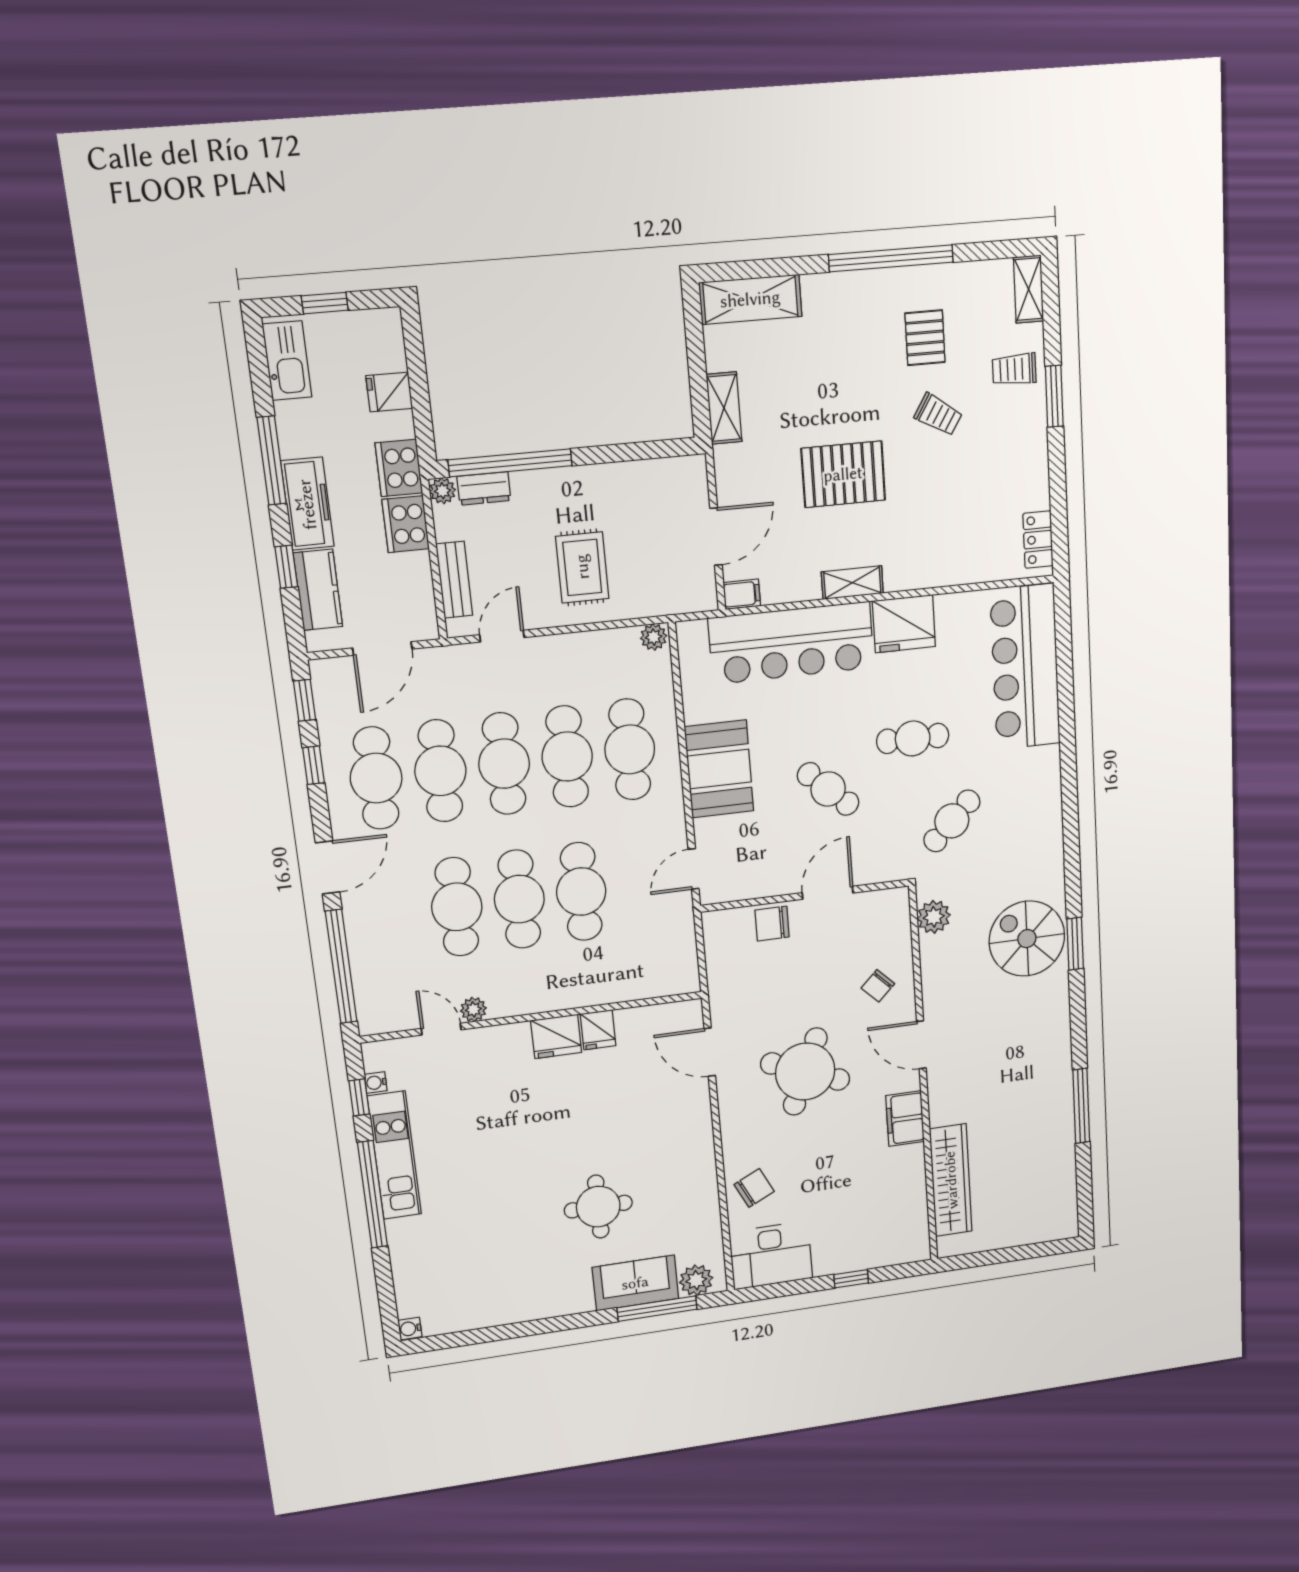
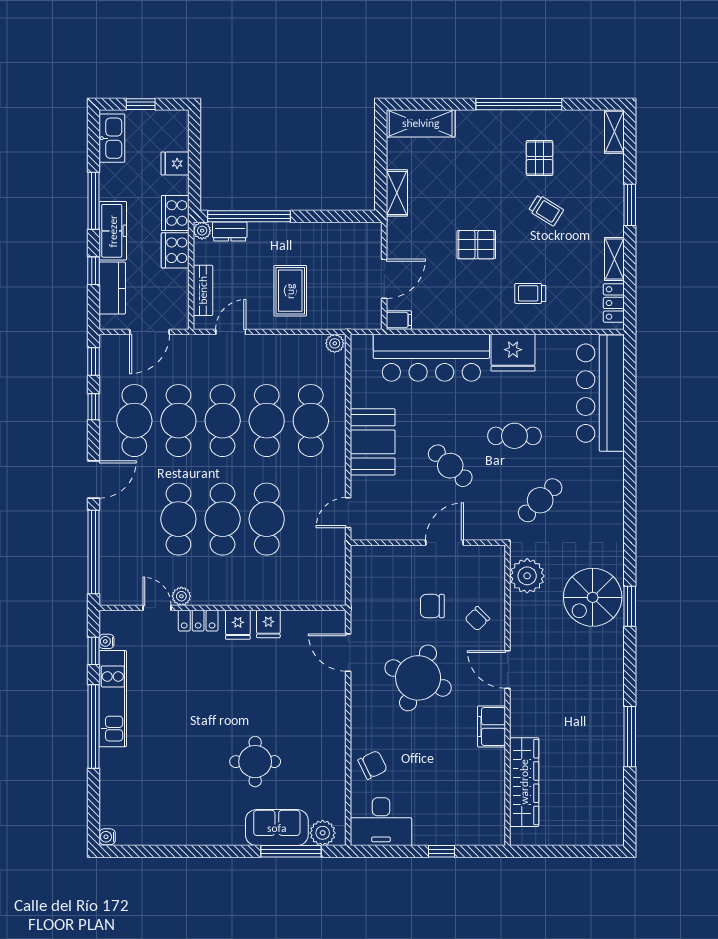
trolley: (1014, 369) -> (530, 293), moved
pallet: (843, 474) -> (476, 245), width x0.67, depth x0.71
shelving: (852, 583) -> (614, 259), moved, turned 90
plant: (934, 917) -> (527, 576), width x1.36, depth x1.36
chair: (772, 924) -> (432, 606), moved
spiral stairs: (1027, 939) -> (593, 597), turned -90
fridge: (556, 1036) -> (238, 625), width x0.72
locker: (501, 1038) -> (198, 621), added

